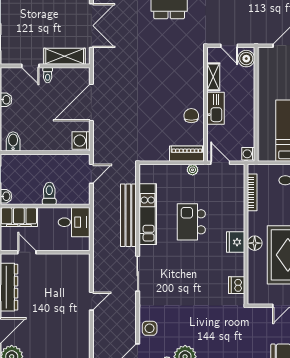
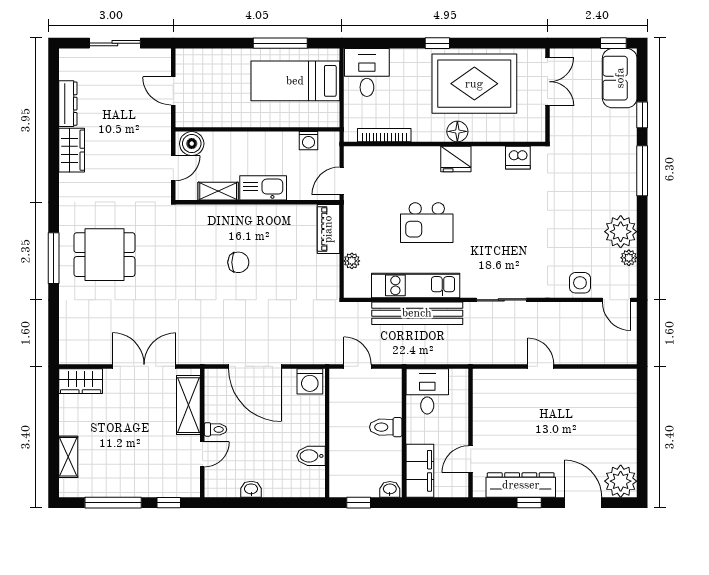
chair: (191, 116) -> (238, 262), moved, turned 180
bidet: (13, 141) -> (311, 456), moved
washing machine: (248, 154) -> (309, 141), moved
plant: (193, 170) -> (352, 261), moved

